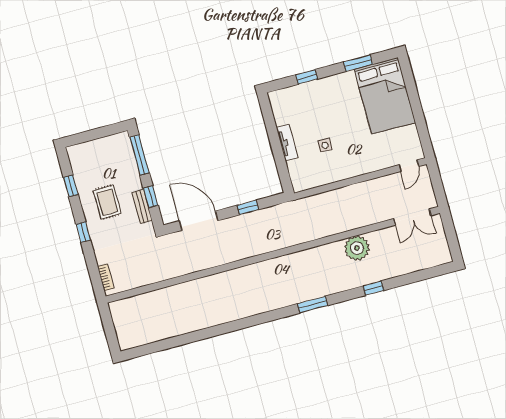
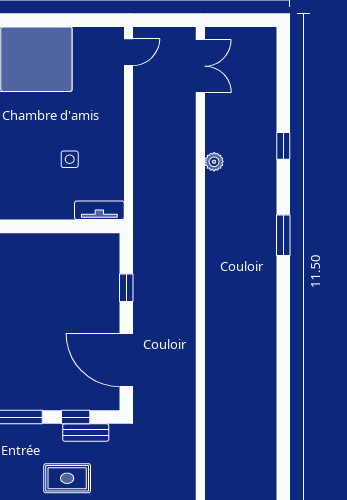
tv unit: (287, 143) -> (99, 210), moved
door: (409, 166) -> (129, 52), hinge flipped
door: (199, 221) -> (126, 360), hinge flipped
plant: (357, 248) -> (214, 162), width x0.53, depth x0.53

